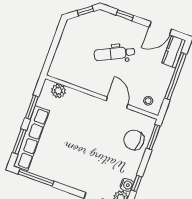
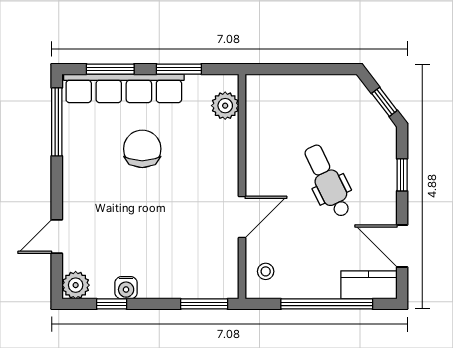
chair: (134, 140) -> (142, 149), moved
water cooler: (127, 185) -> (126, 288), moved

